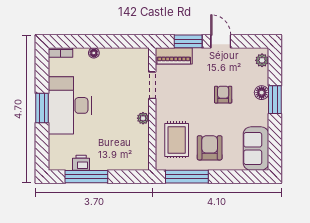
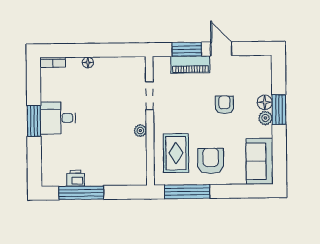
piano: (174, 56) -> (190, 64), moved
plant: (262, 60) -> (265, 118), moved
desk: (70, 105) -> (58, 118), width x0.53, depth x0.77

